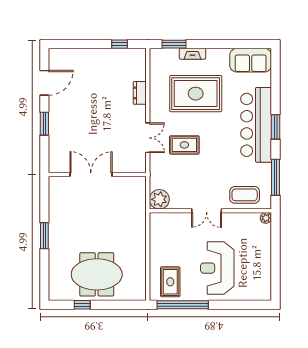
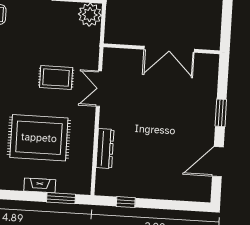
dresser: (140, 93) -> (105, 149), width x1.44

